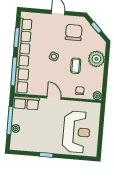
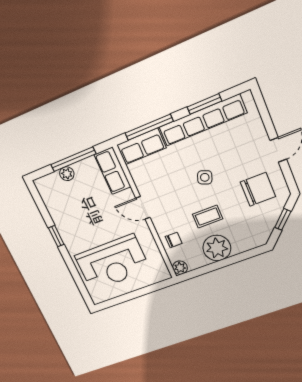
plant: (96, 59) -> (217, 248), moved
door: (54, 98) -> (143, 208), swing flipped

